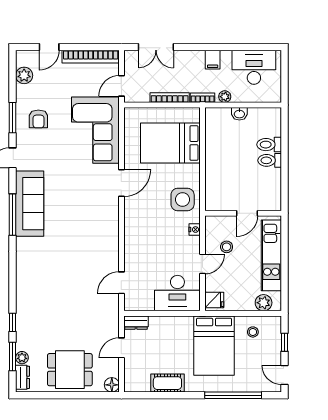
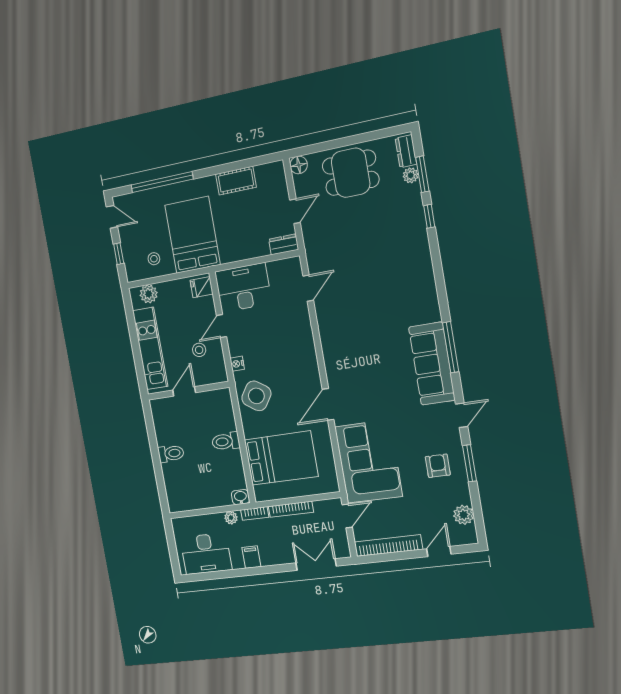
washbasin: (239, 114) -> (240, 497), moved
toilet: (269, 145) -> (226, 441), moved, turned 180
side table: (183, 200) -> (256, 396), turned 34

